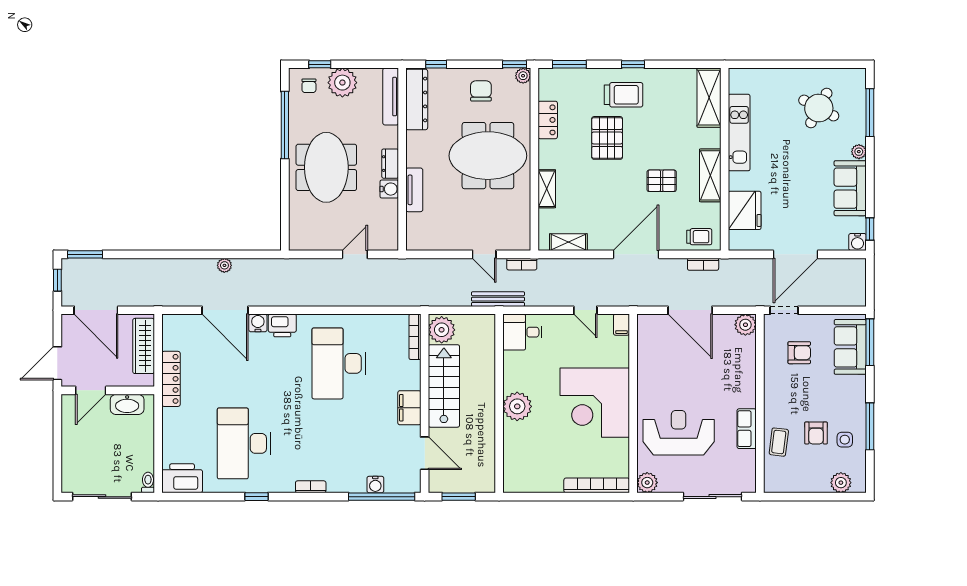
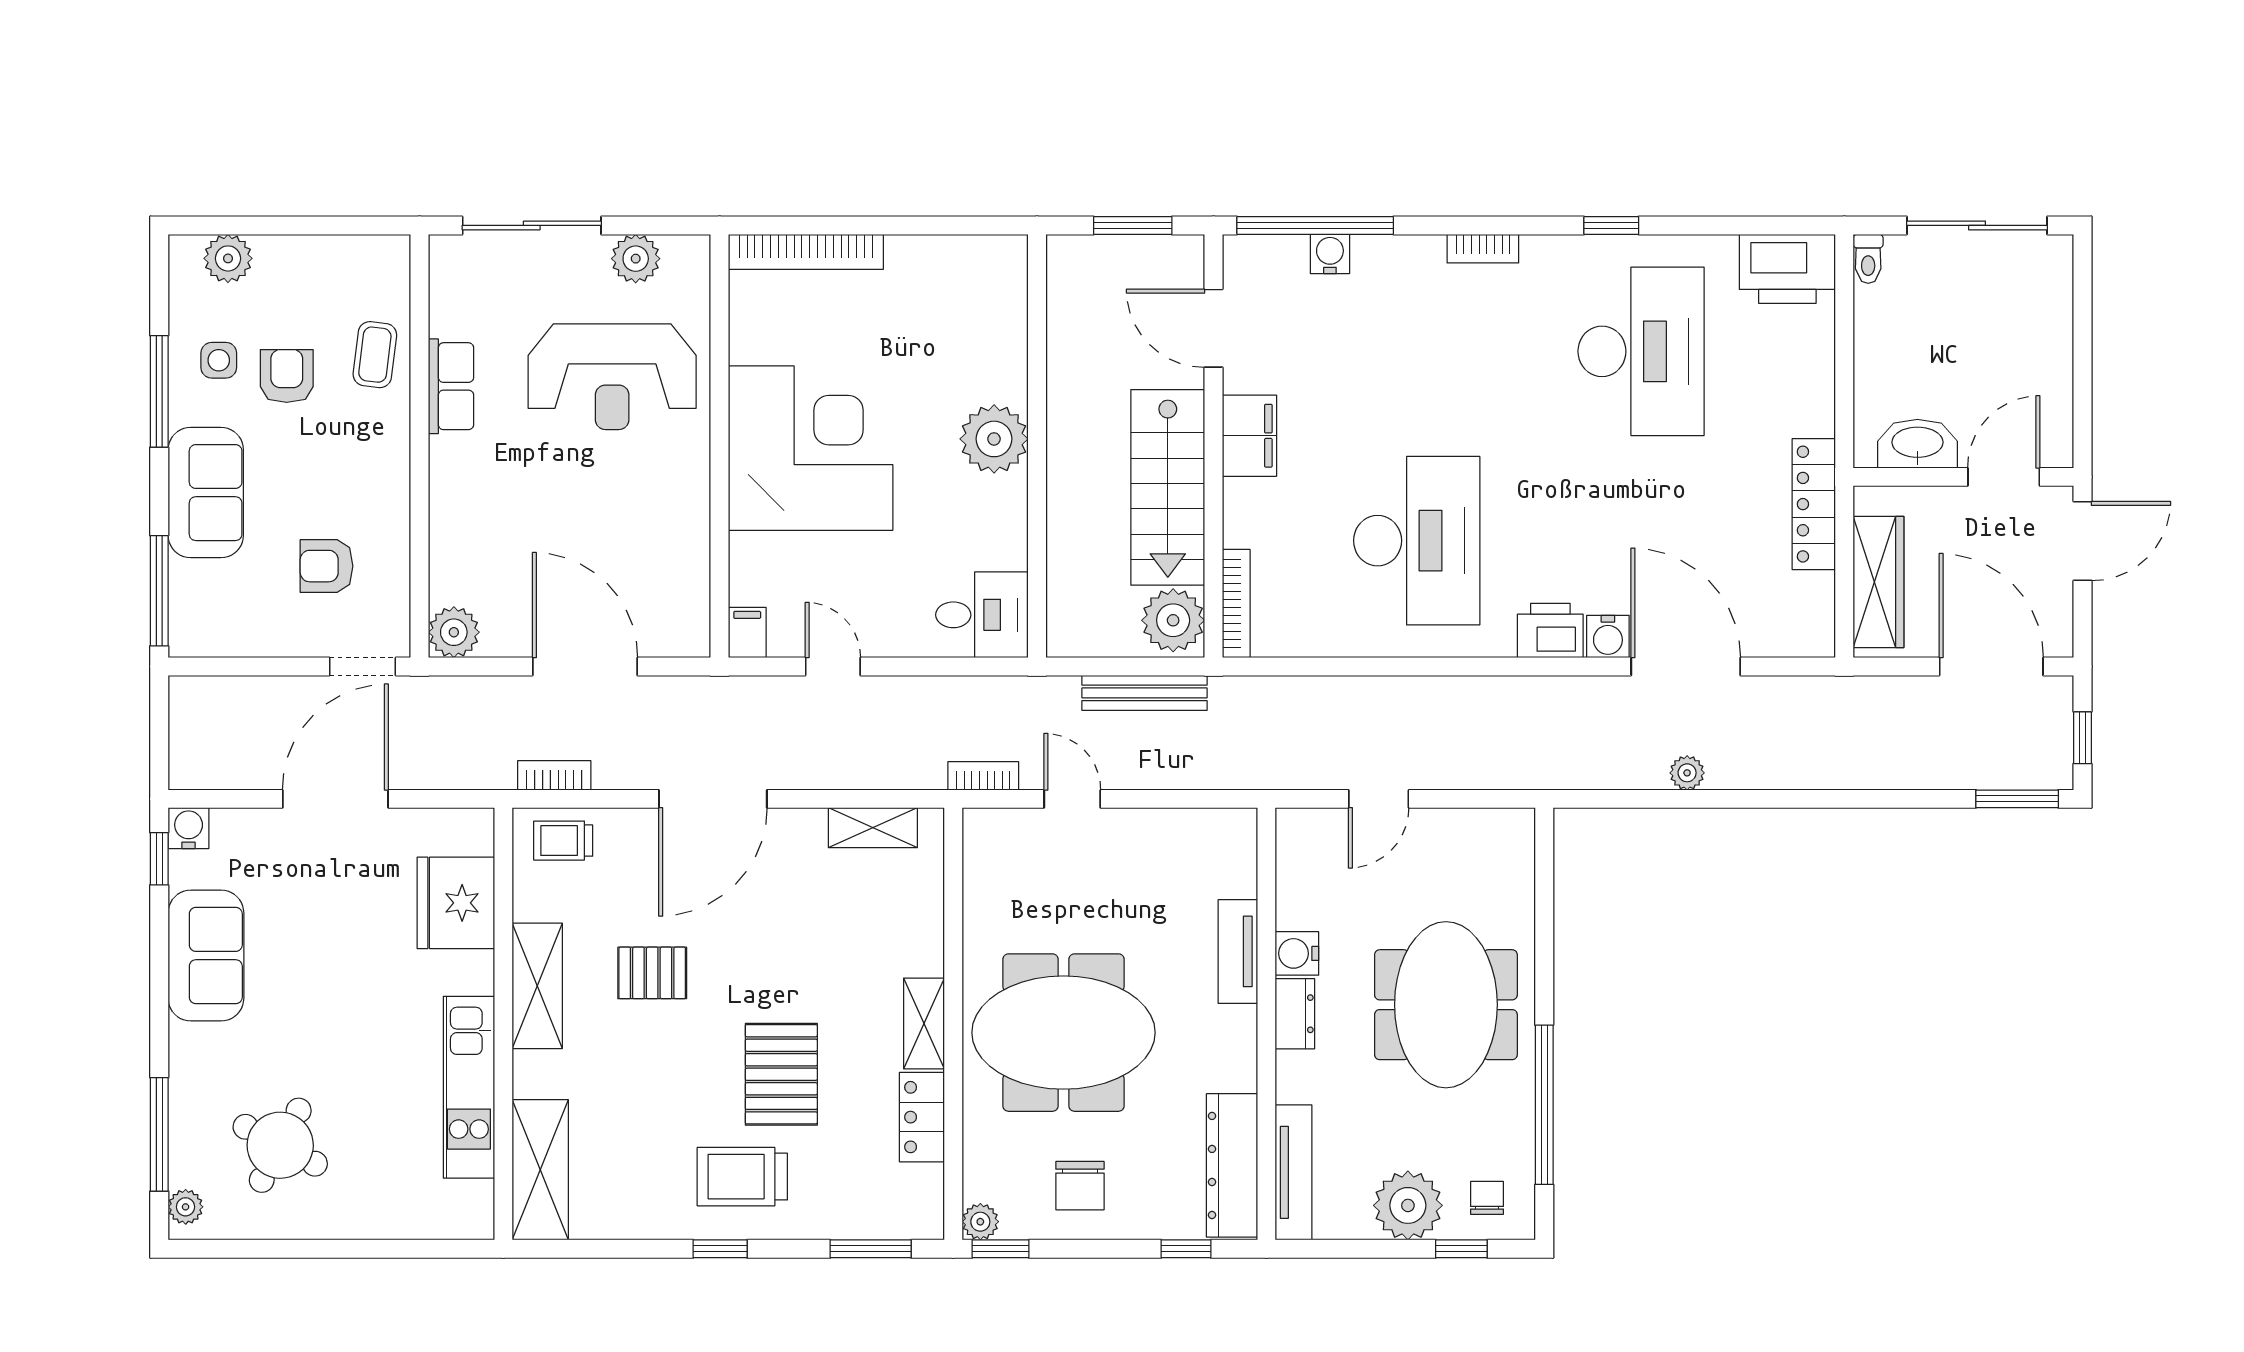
plant: (859, 152) -> (186, 1207), moved
shelving: (547, 189) -> (924, 1023), moved
bench: (498, 299) -> (1145, 693), moved
sofa: (850, 347) -> (206, 493), moved
plant: (647, 483) -> (636, 259), moved

